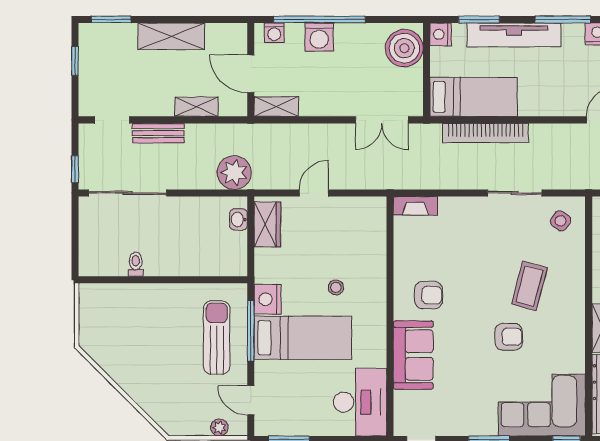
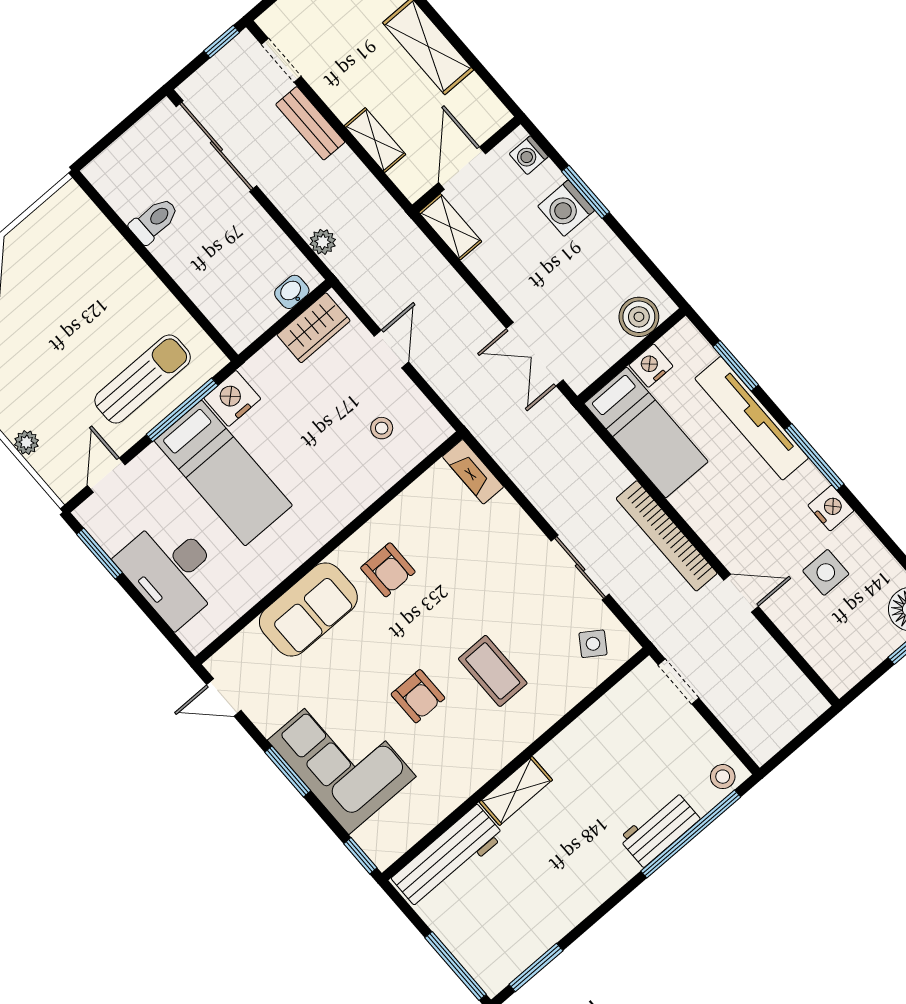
window: (319, 19) -> (585, 192), width x0.47
nightstand: (441, 34) -> (651, 366), moved
boiler: (404, 48) -> (639, 317), width x0.73, depth x0.73
bookcase: (485, 133) -> (667, 536), moved
window: (75, 169) -> (222, 42), moved
plant: (234, 173) -> (323, 242), width x0.53, depth x0.53
door: (314, 193) -> (391, 349), hinge flipped
toilet: (136, 264) -> (154, 221), width x1.37, depth x1.39
coffee table: (529, 286) -> (493, 671), turned 75
stool: (336, 287) -> (382, 428), moved
desk: (360, 402) -> (172, 571), moved, turned 90
corner sofa: (542, 405) -> (342, 758), moved
plant: (219, 427) -> (26, 442), moved

